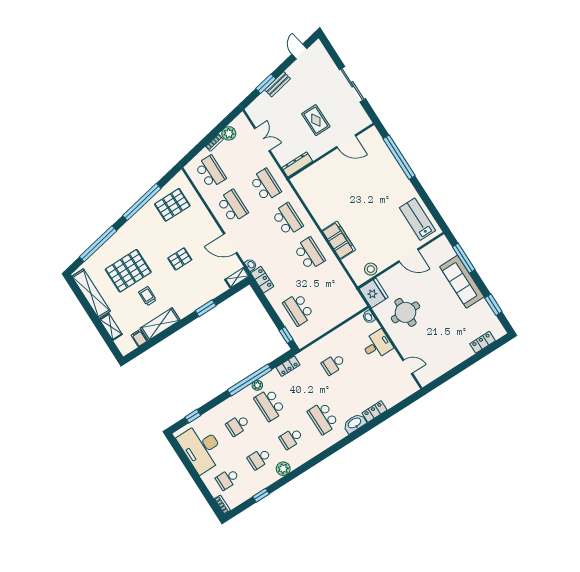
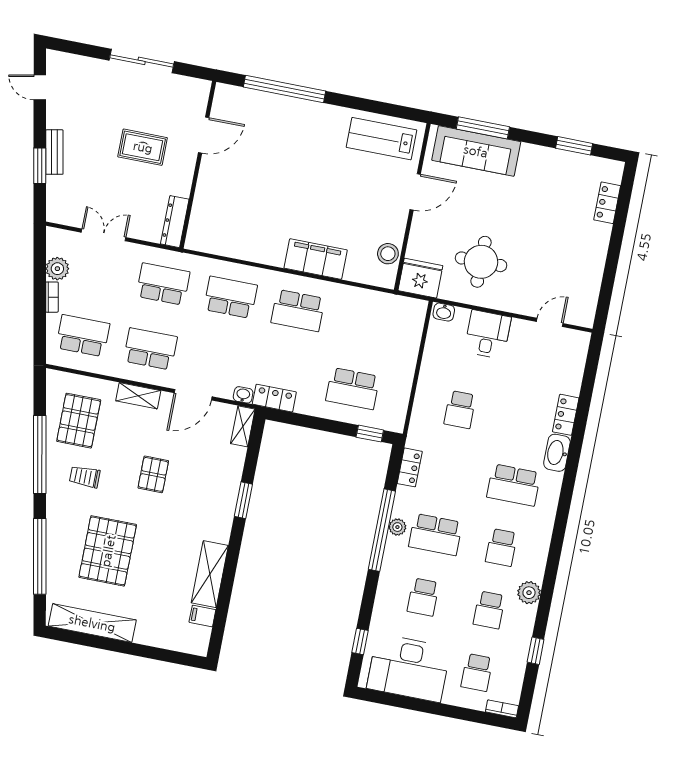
school desk: (309, 254) -> (298, 311), turned 180
sofa: (462, 282) -> (476, 151), moved
trolley: (147, 296) -> (85, 477), moved
shelving: (111, 327) -> (138, 396), moved

